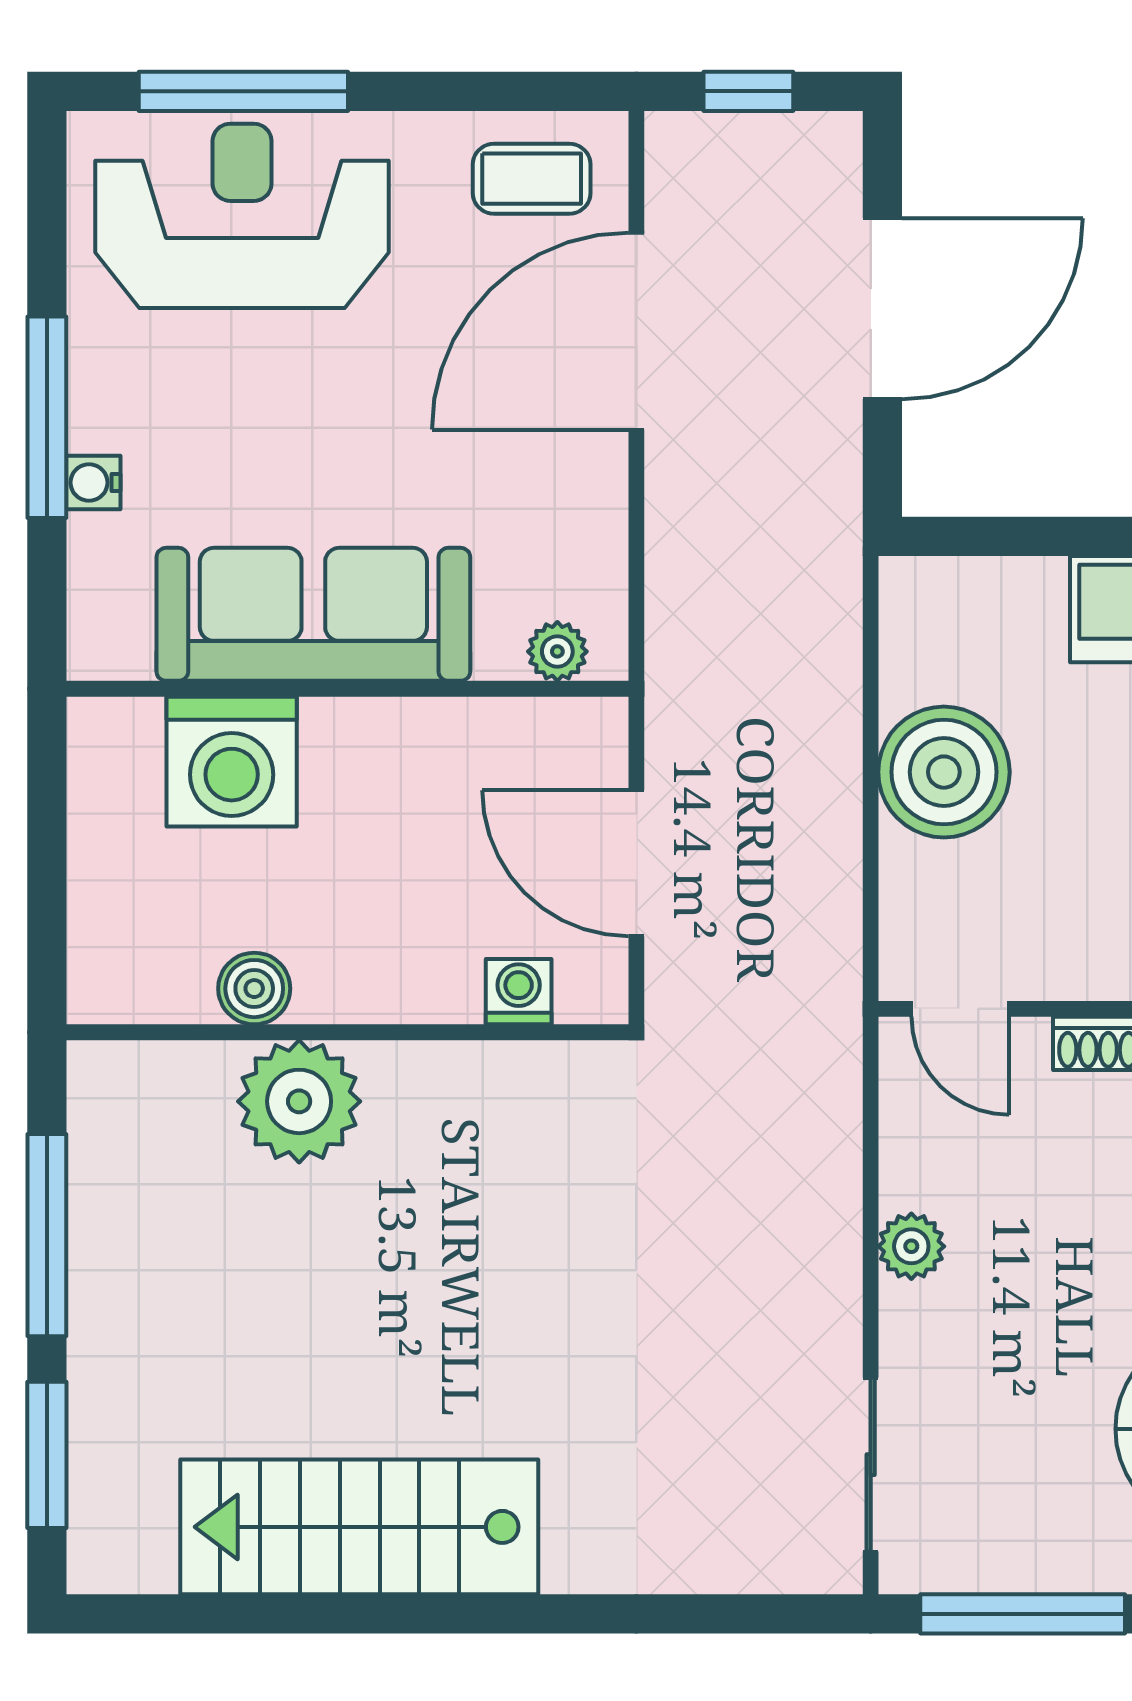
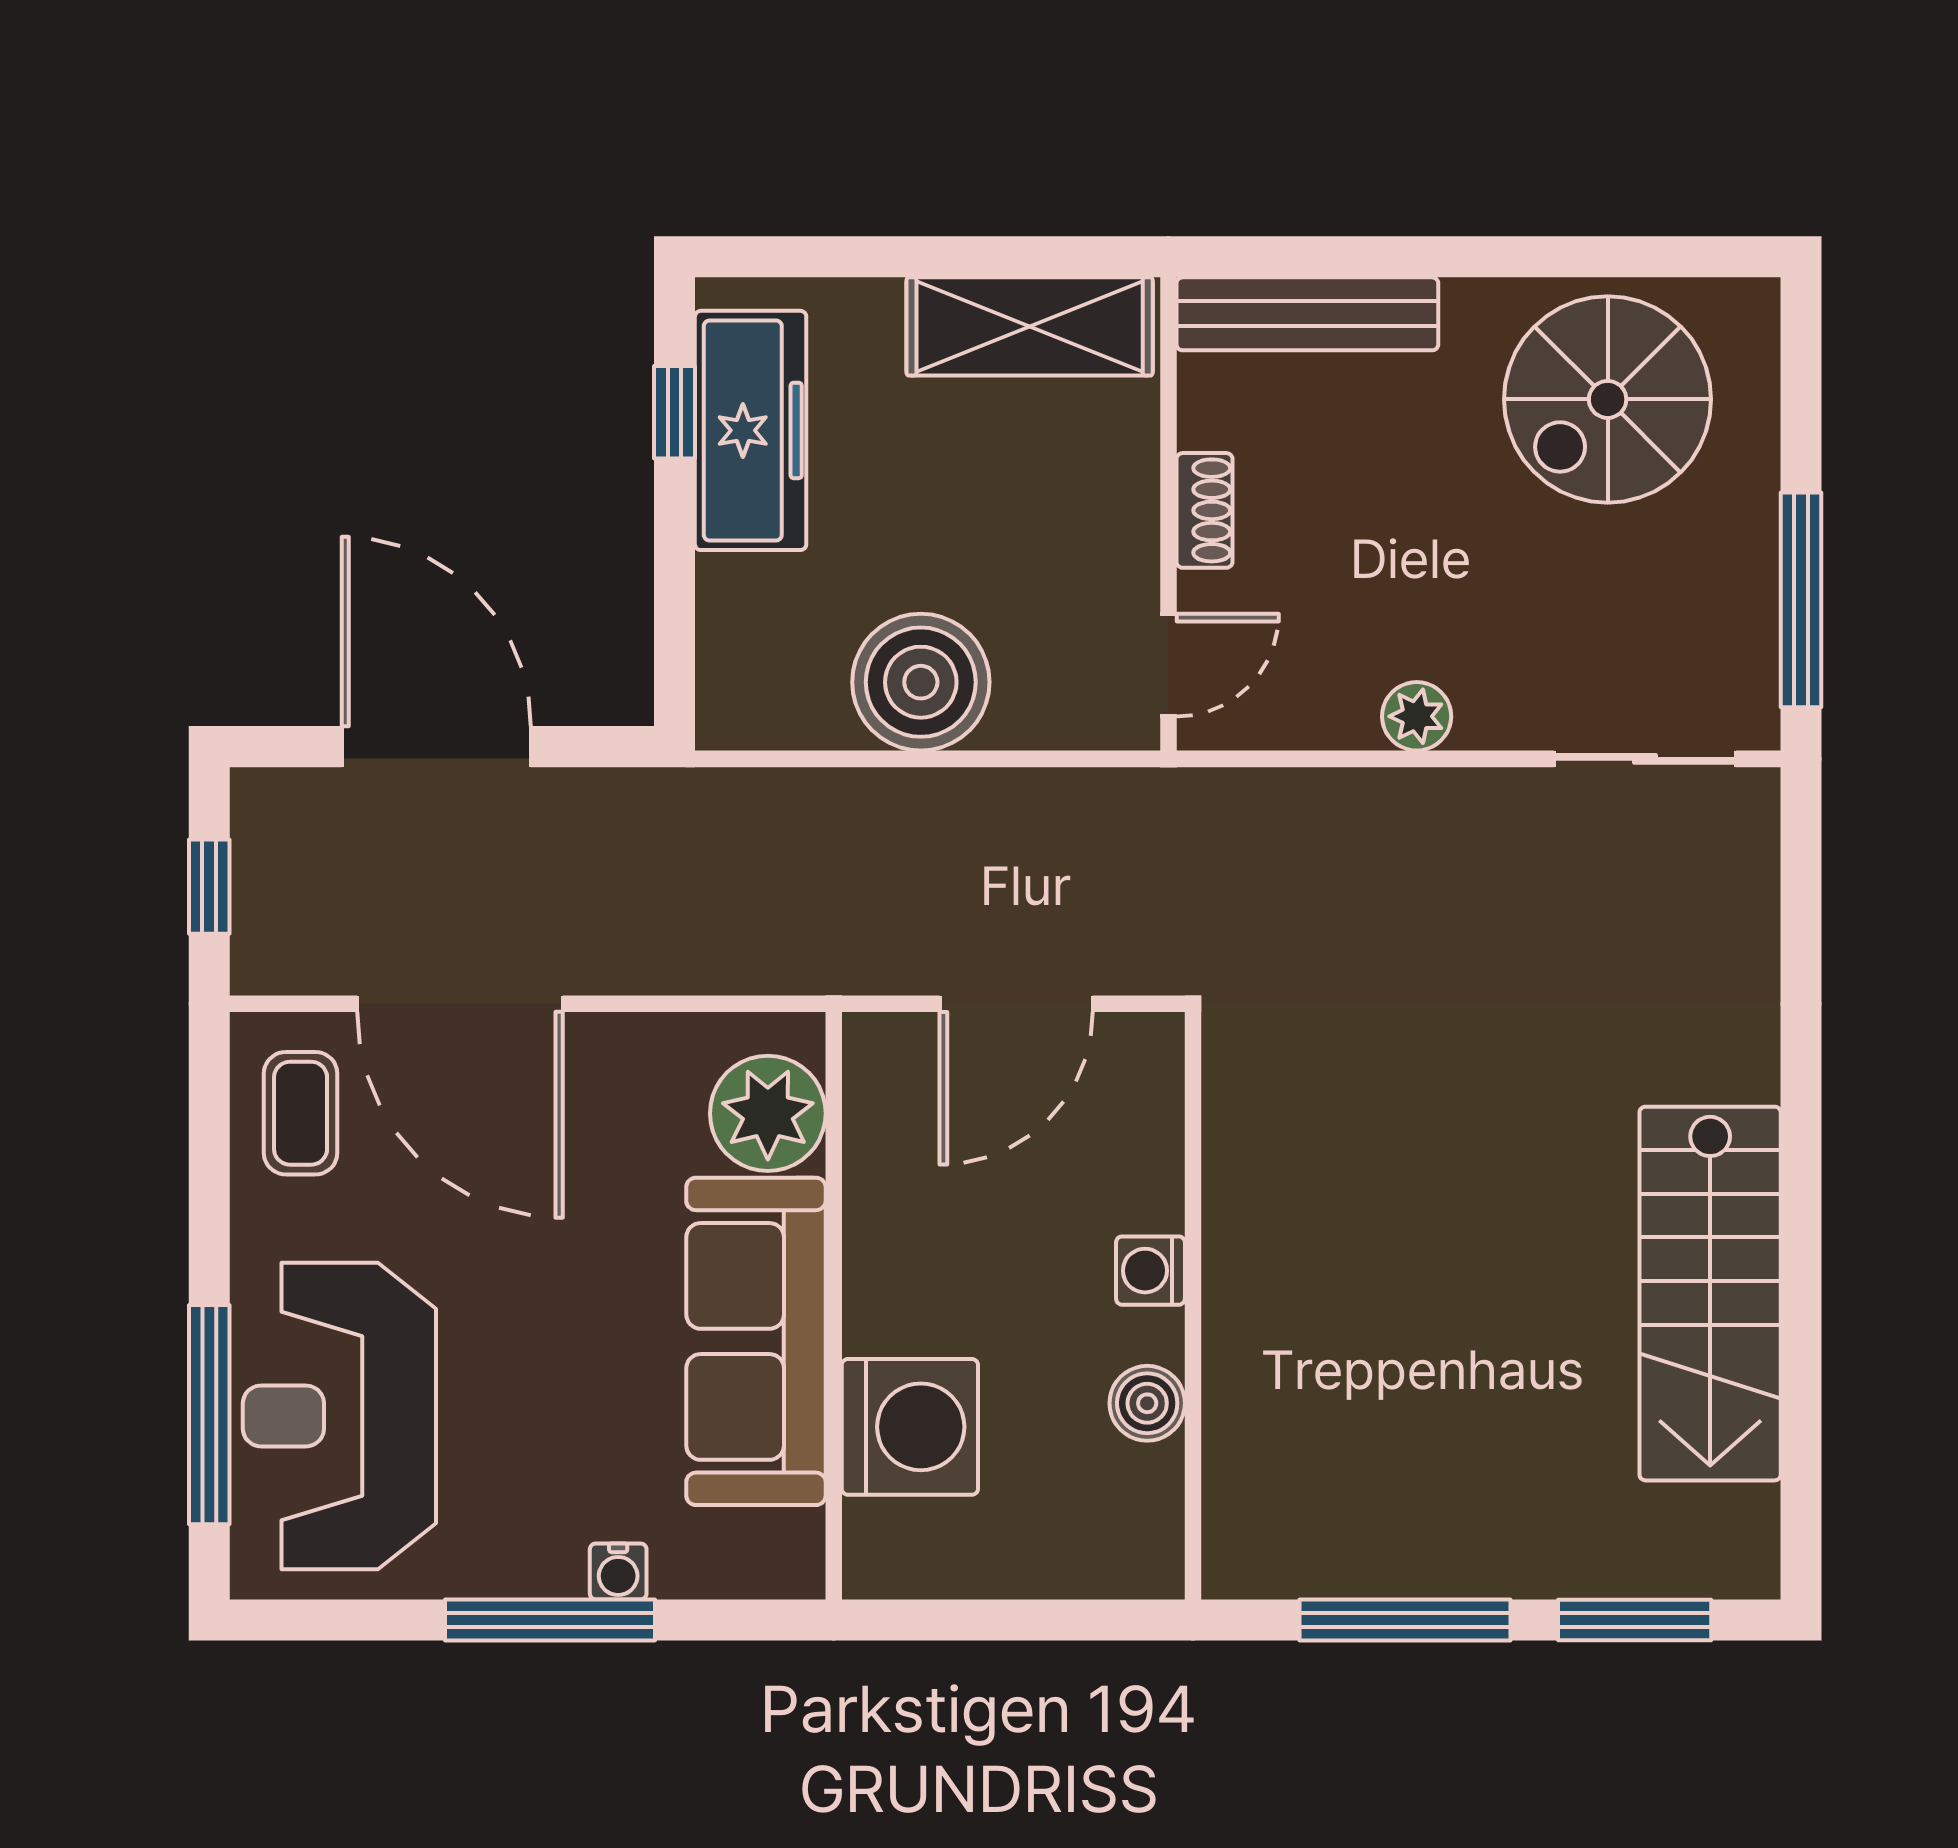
plant: (557, 651) -> (768, 1113), width x1.88, depth x1.88
washing machine: (519, 992) -> (1150, 1271), moved
plant: (299, 1101) -> (1265, 1356), removed

